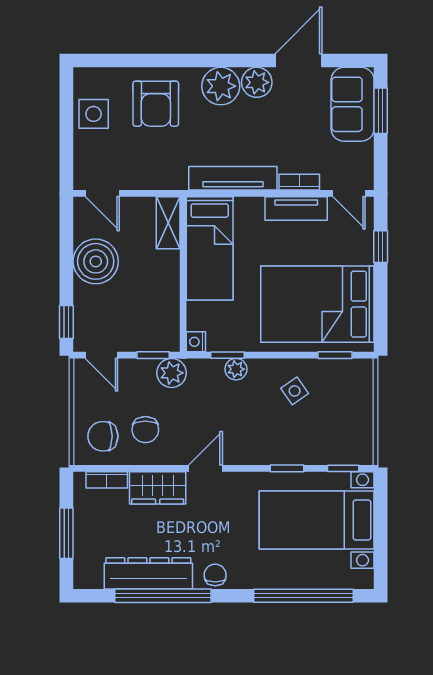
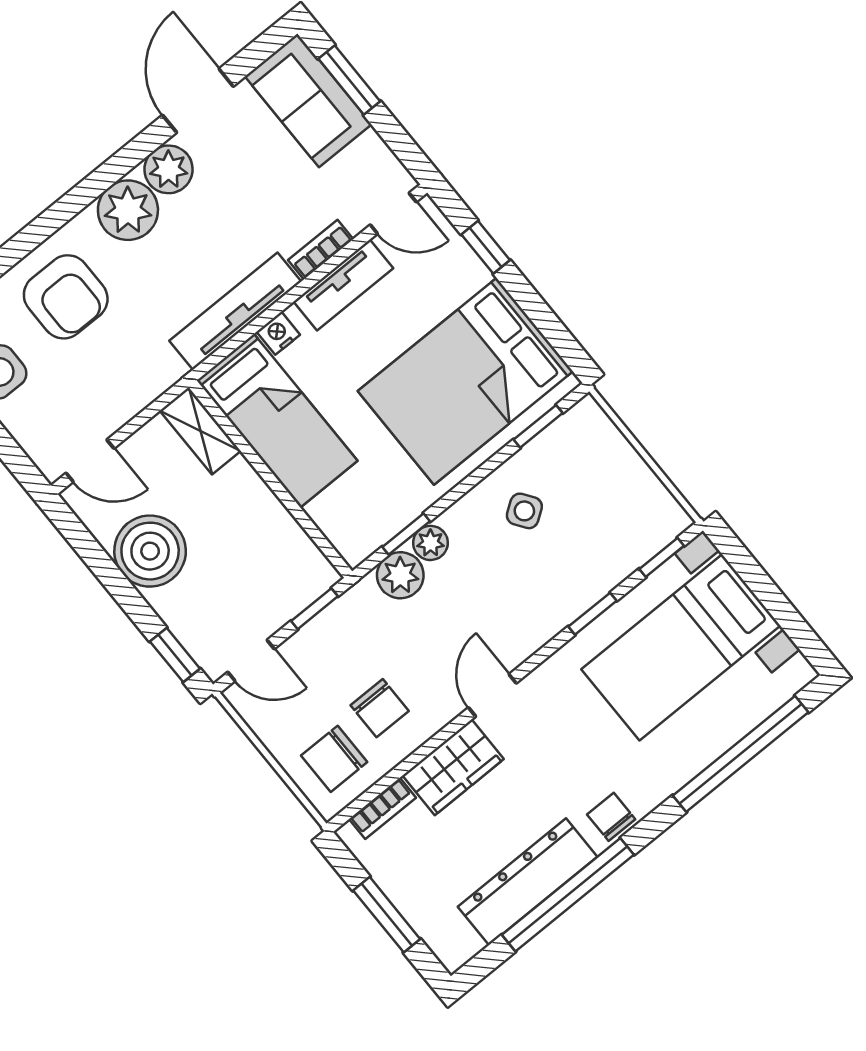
nightstand: (196, 342) -> (278, 333), moved, turned 90
plant: (172, 373) -> (400, 575), moved

